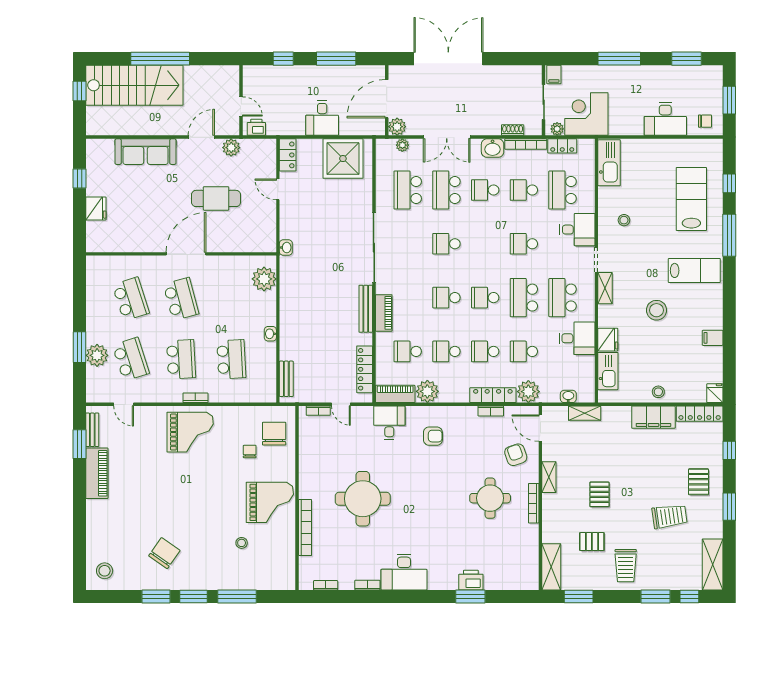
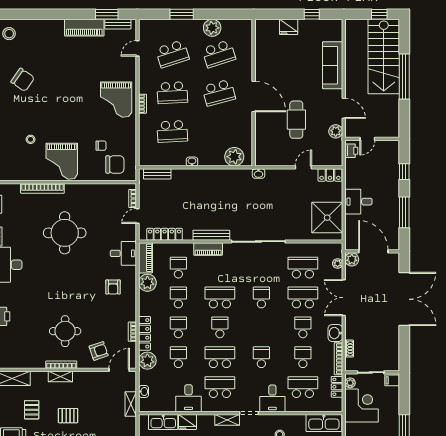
school desk: (446, 298) -> (220, 297), width x1.85
plant: (97, 355) -> (212, 28), moved
shelving: (549, 477) -> (60, 377), moved

